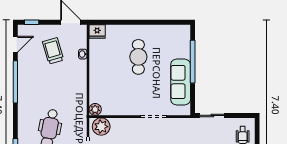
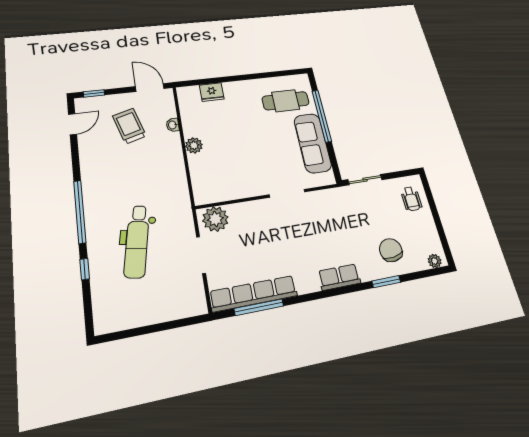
fridge: (97, 32) -> (212, 92), moved
cafe table: (138, 57) -> (286, 101), moved, turned 90
window: (15, 82) -> (80, 212), moved
plant: (95, 109) -> (194, 145), moved

